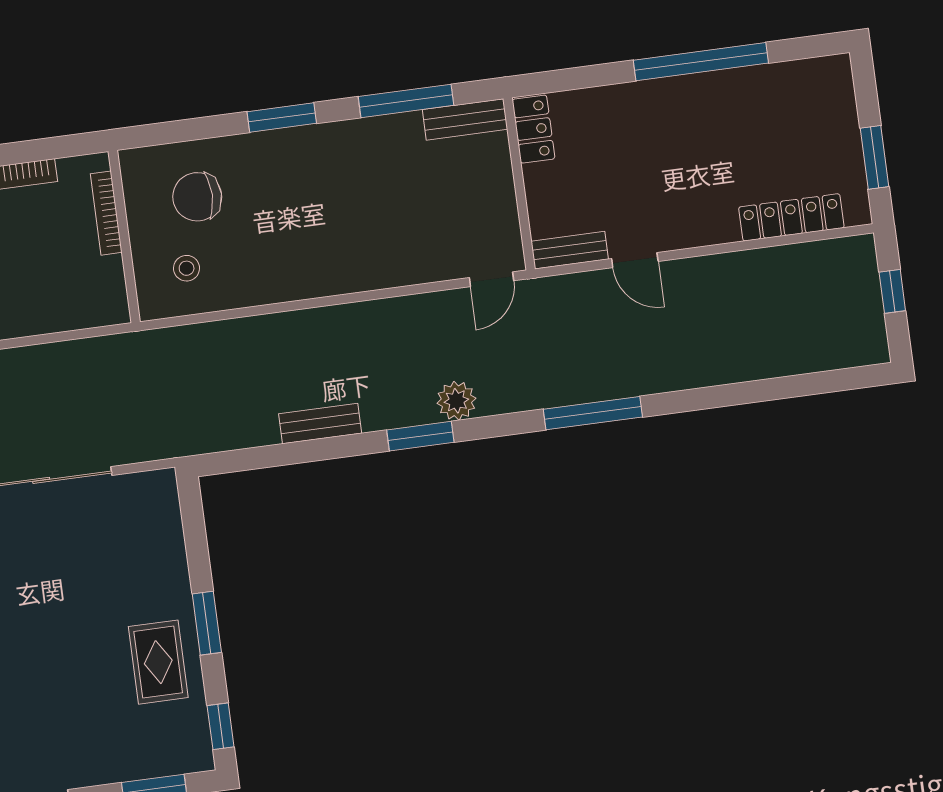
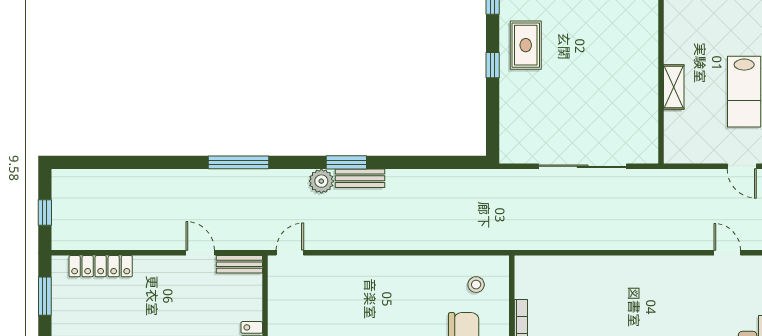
bench: (320, 424) -> (360, 178), moved
window: (207, 623) -> (493, 65), width x0.67

